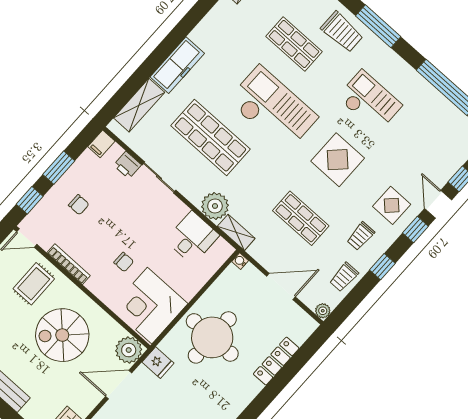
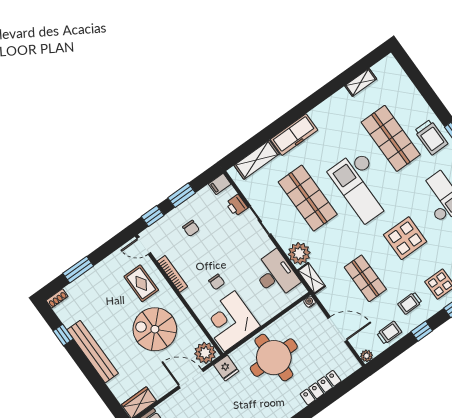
shop shelf: (294, 44) -> (391, 138), width x1.43, depth x1.36
checkout: (273, 109) -> (362, 186), turned 180
desk: (192, 238) -> (276, 275), width x1.37
trolley: (344, 277) -> (389, 333), turned 180
rug: (34, 284) -> (141, 283), turned 90

